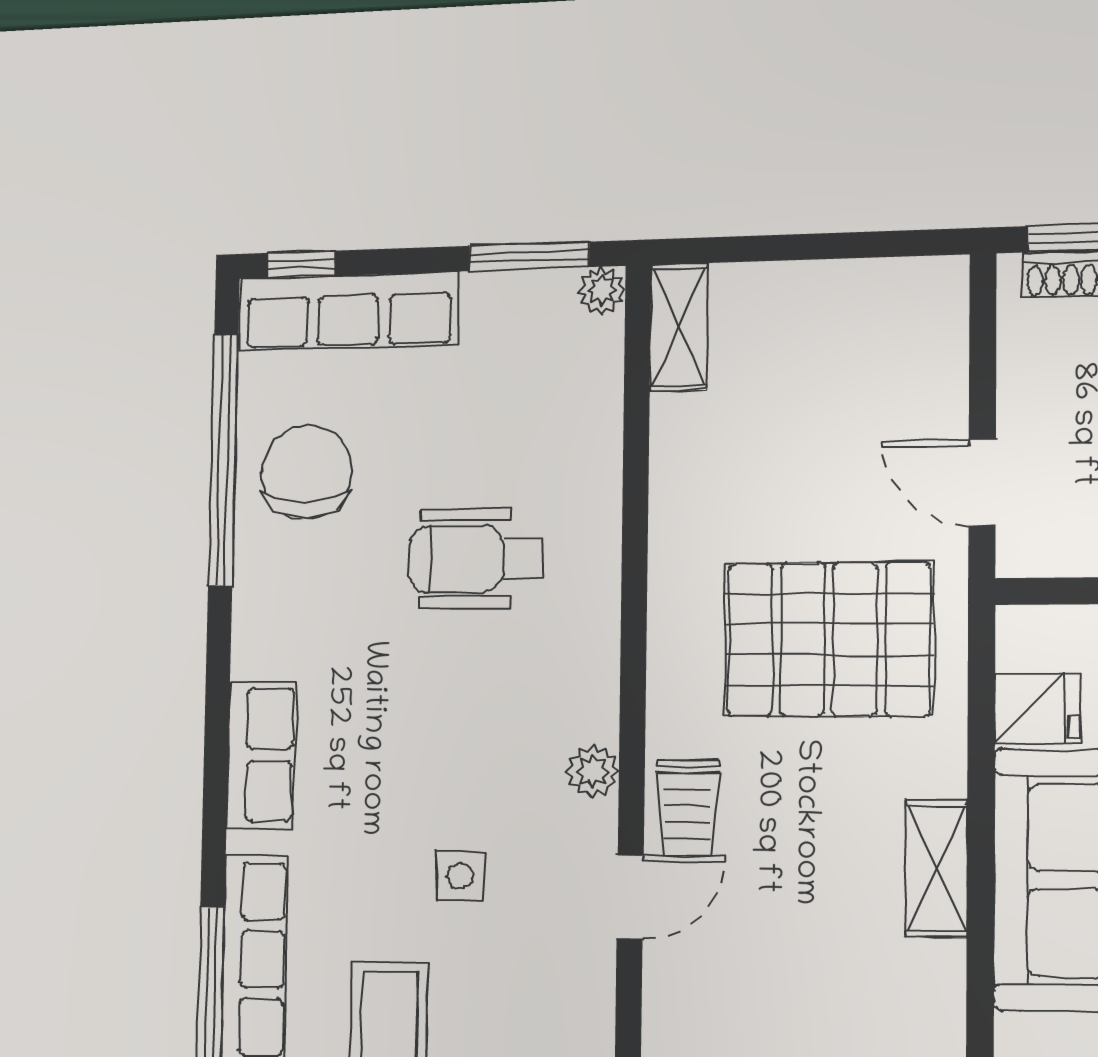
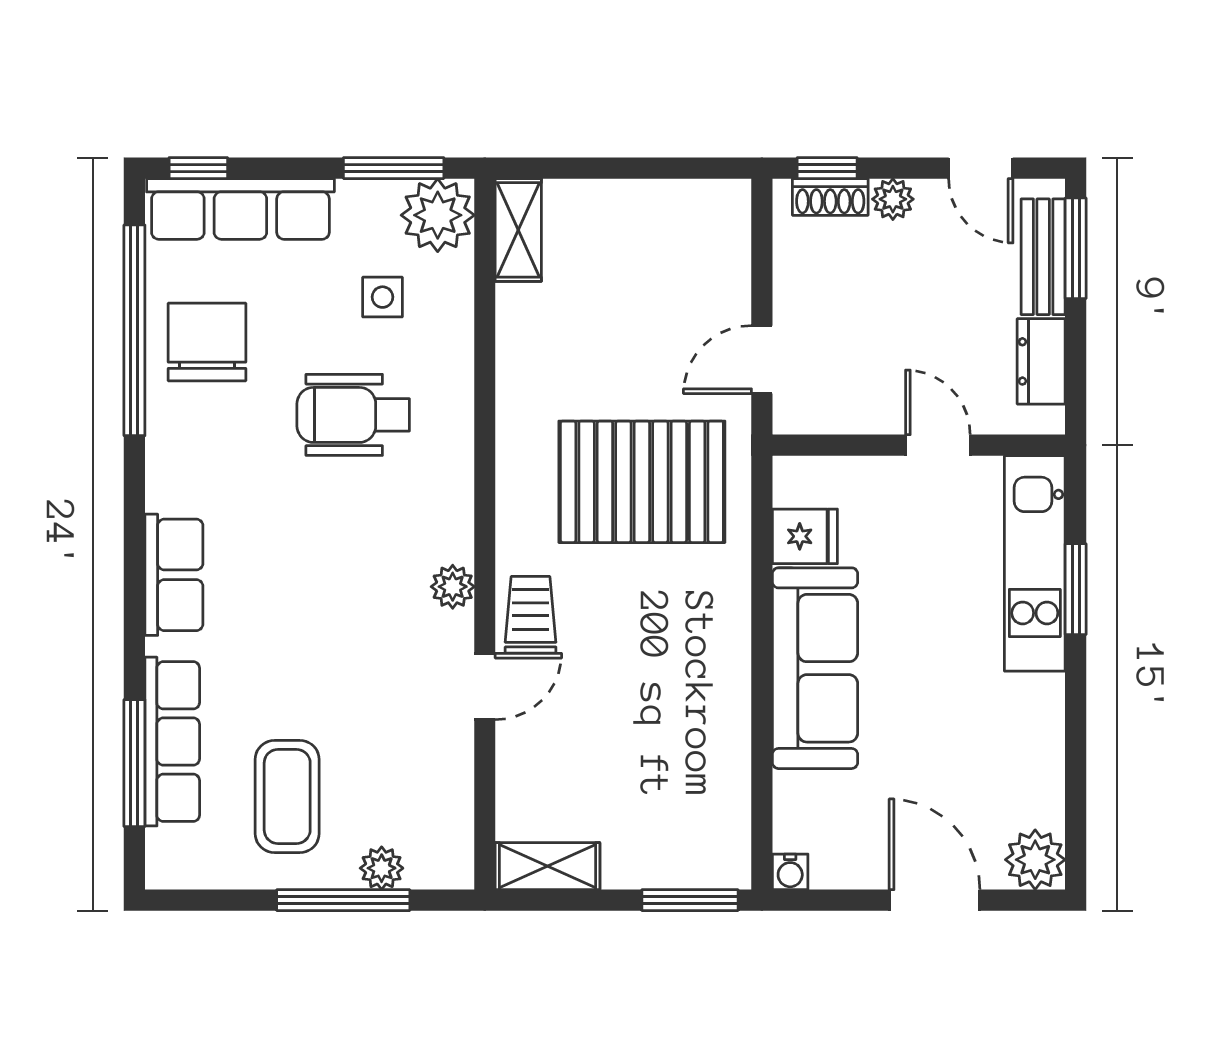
plant: (602, 290) -> (438, 215), width x1.88, depth x1.88
door: (982, 482) -> (762, 360), hinge flipped
trolley: (688, 807) -> (531, 615), turned 180
shelving: (936, 869) -> (728, 661), removed
side table: (460, 876) -> (382, 297), moved

